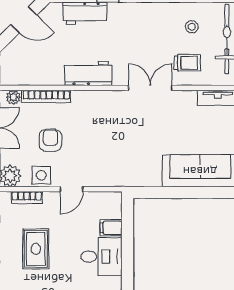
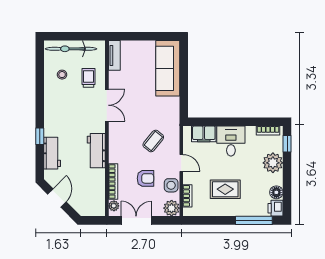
double door: (150, 88) -> (107, 105), swing flipped
armchair: (50, 140) -> (145, 178), turned 180
coffee table: (101, 151) -> (153, 141), added
filing cabinet: (111, 228) -> (204, 134), width x2.00

